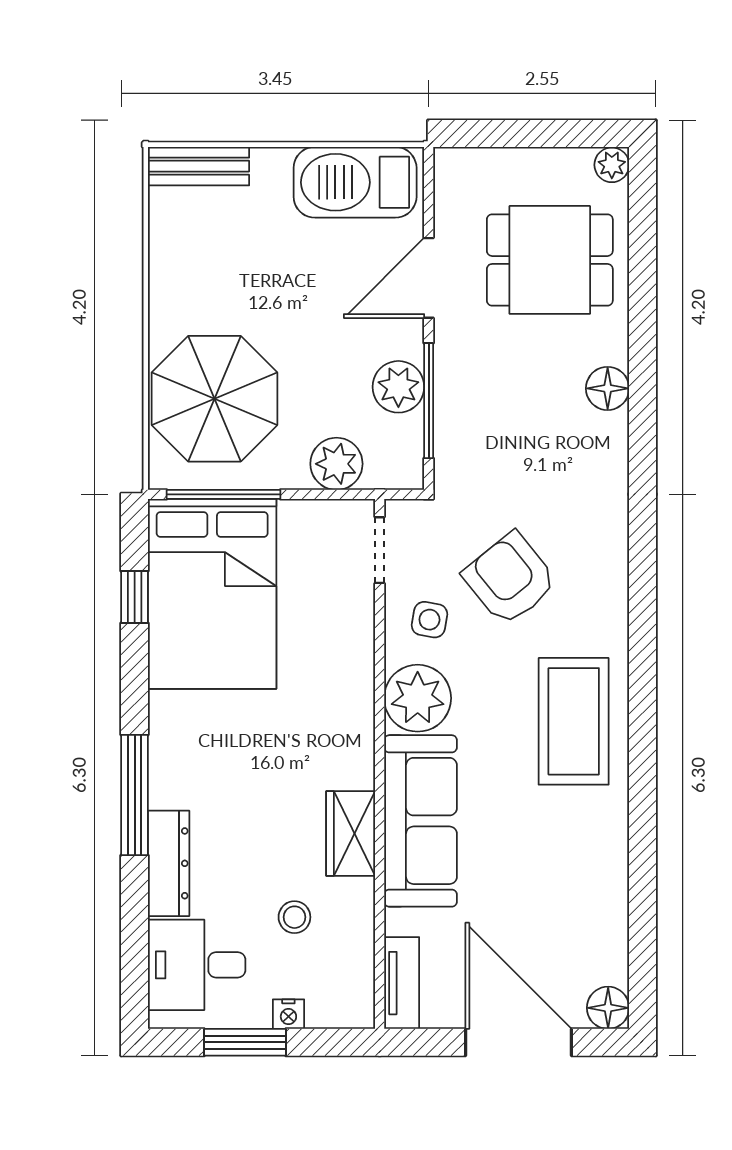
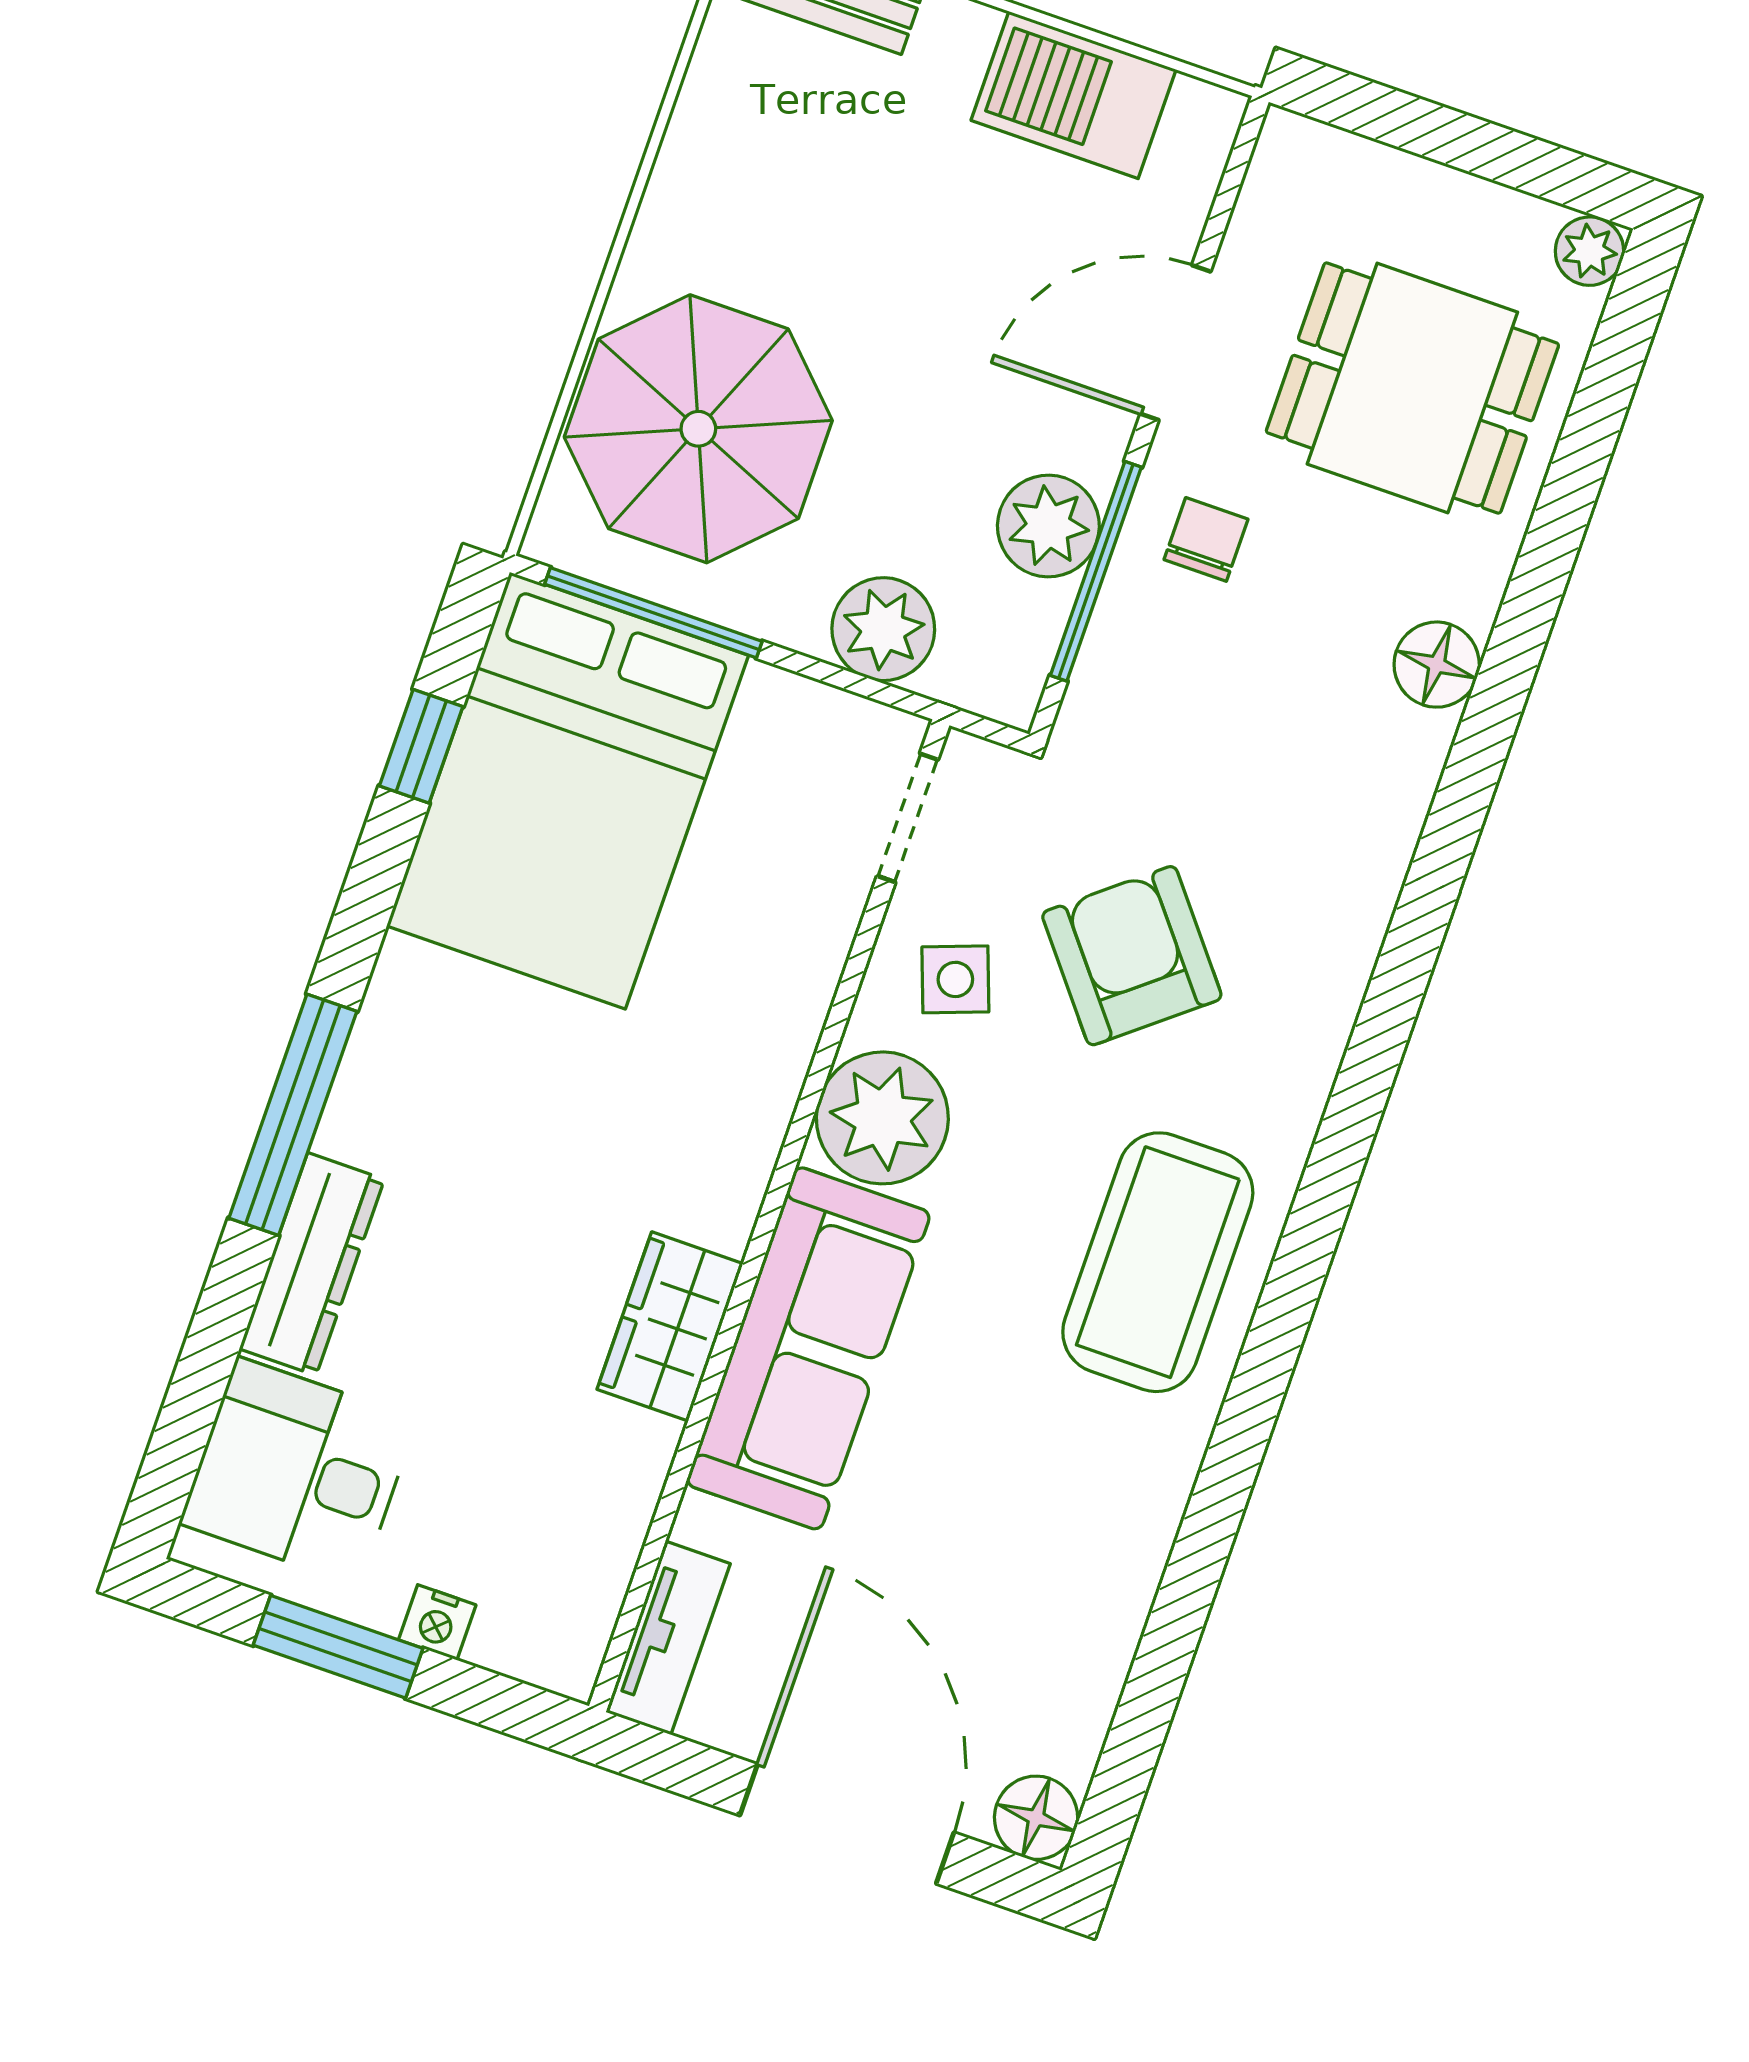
barbecue: (355, 182) -> (1074, 95), width x0.73, depth x0.83
chair: (476, 367) -> (1206, 539), added
side table: (429, 620) -> (955, 979), turned -30
stool: (294, 917) -> (511, 1446), removed

